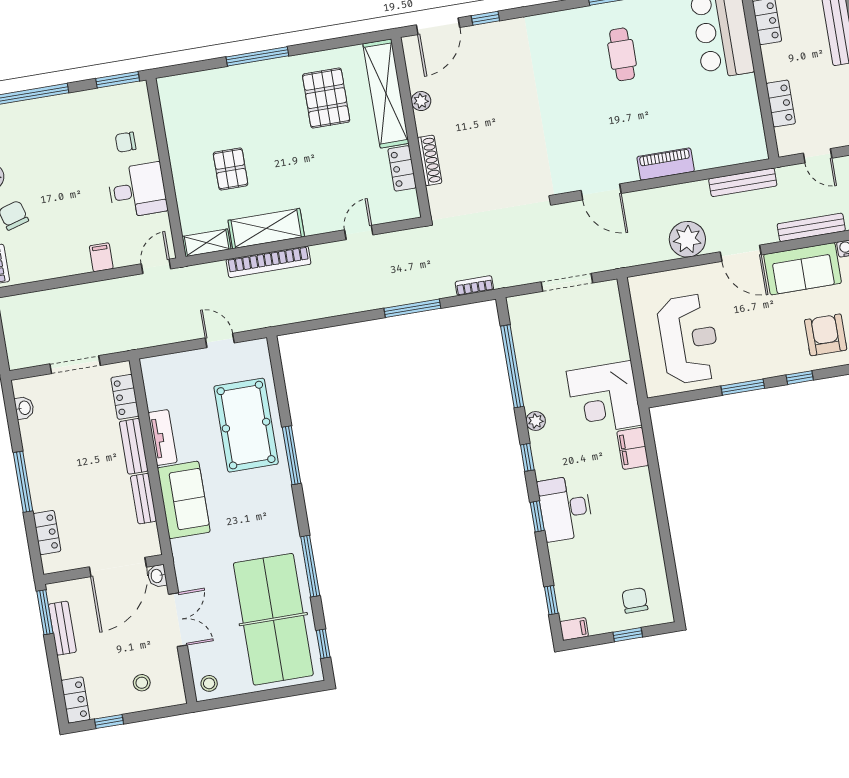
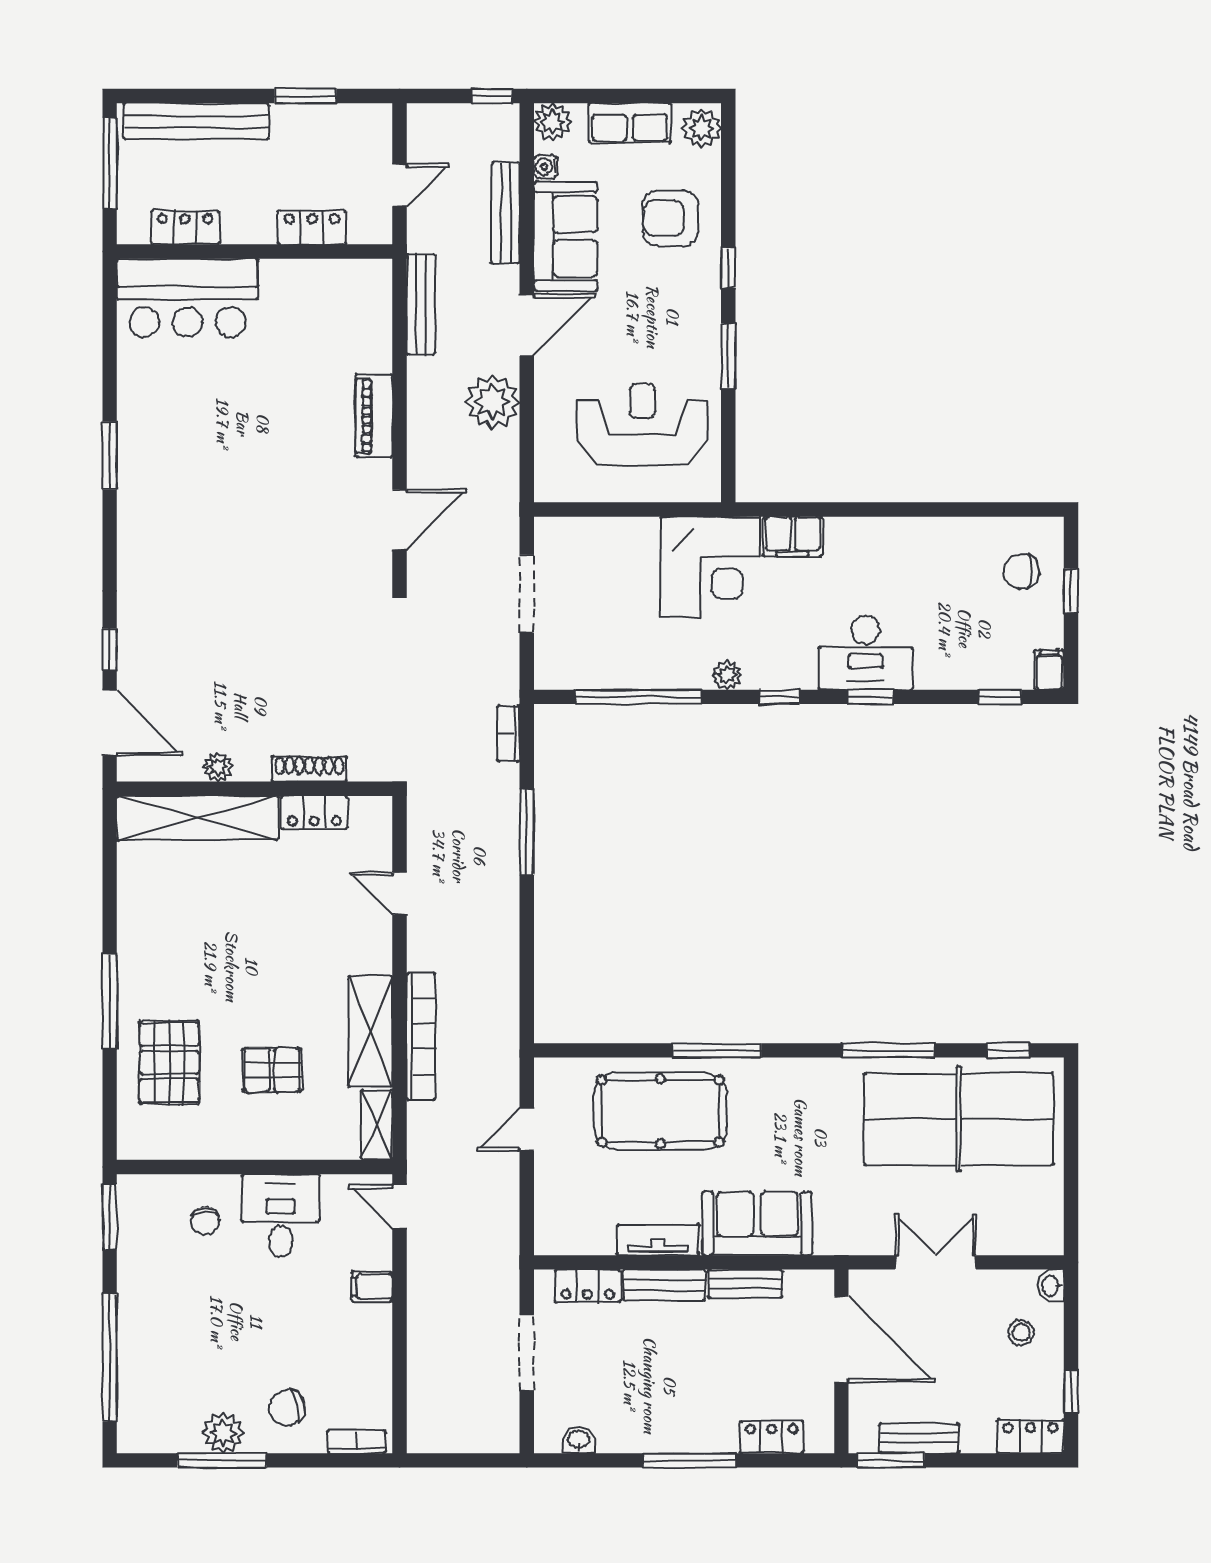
cafe table: (622, 54) -> (198, 453), removed
pallet: (326, 98) -> (169, 1062), moved, turned 90
washbasin: (157, 576) -> (1051, 1286), moved, turned 90
stool: (209, 683) -> (1039, 1232), removed

